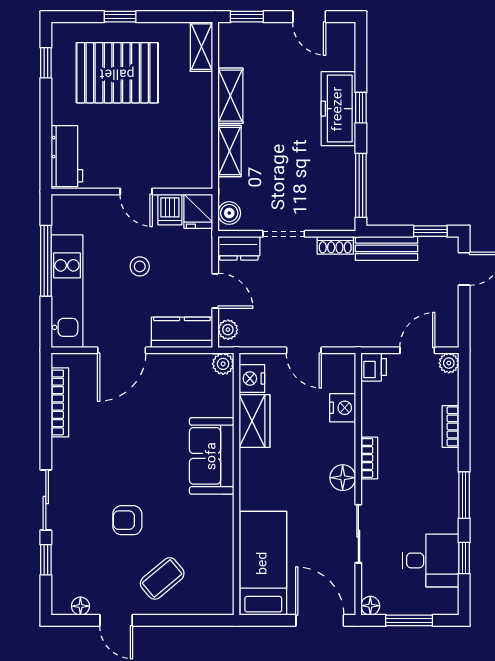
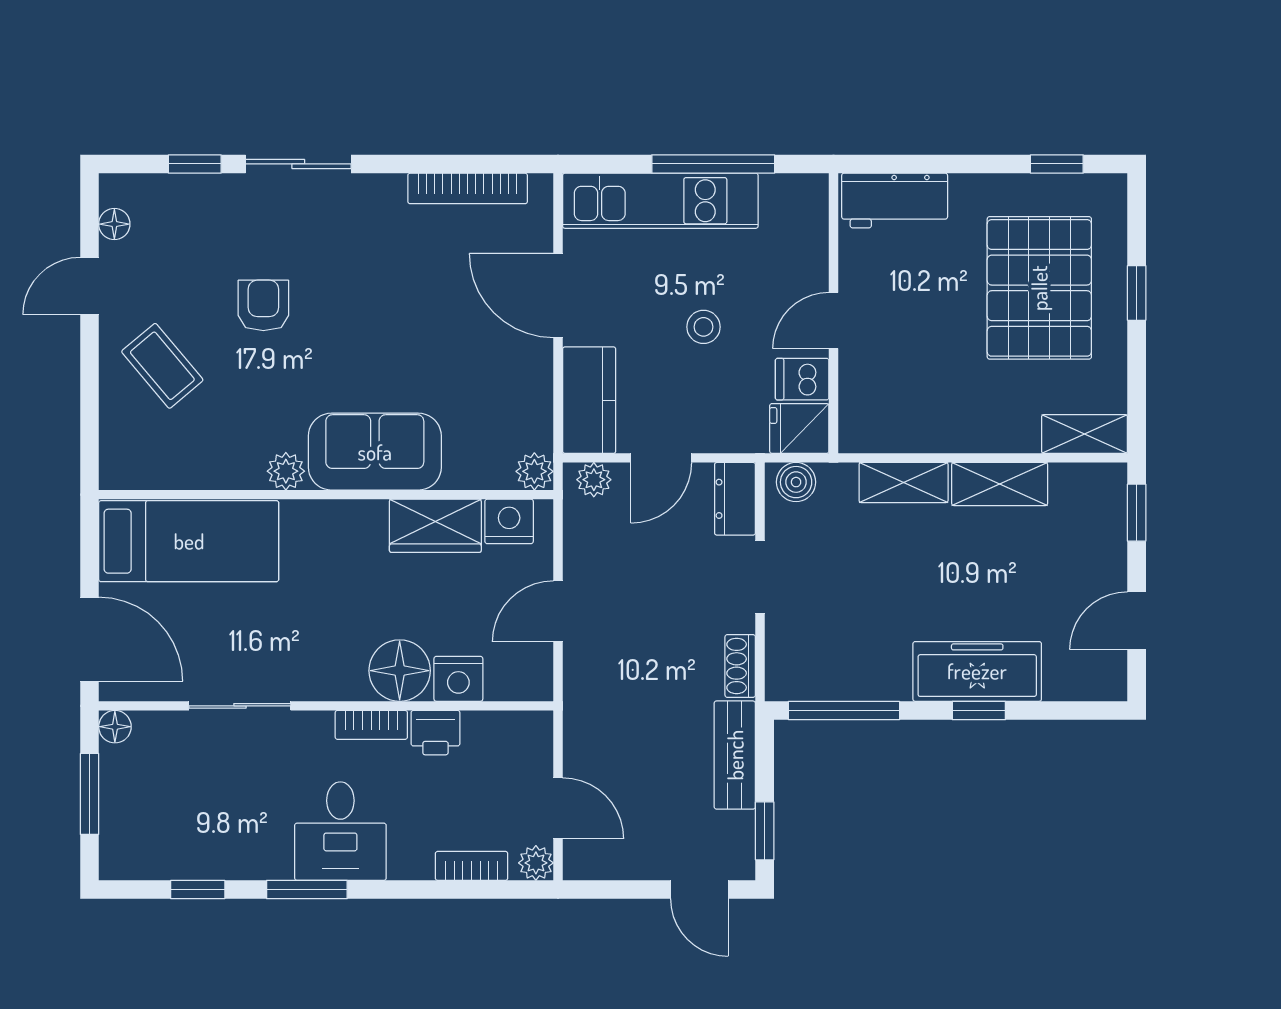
printer: (374, 367) -> (435, 733), moved
bookcase: (451, 426) -> (472, 866), moved
floor lamp: (343, 478) -> (400, 671), moved, width x1.38, depth x1.38
plant: (223, 507) -> (286, 471), added
desk: (430, 560) -> (340, 831), moved
door: (320, 620) -> (90, 639), hinge flipped

